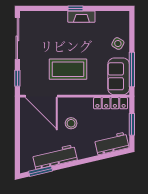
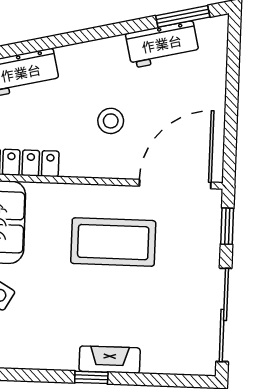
fireplace: (81, 17) -> (110, 360), moved
door: (41, 96) -> (175, 184), hinge flipped
workbench: (55, 157) -> (162, 44), width x0.73

